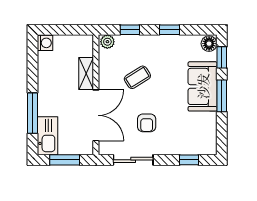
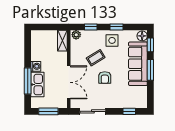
washing machine: (45, 43) -> (36, 66), moved
side table: (163, 51) -> (112, 40), added
shelving: (86, 73) -> (62, 41), moved
sofa: (203, 86) -> (138, 64), width x1.36
armchair: (147, 123) -> (105, 78), moved
kitchen sink: (47, 136) -> (37, 85), moved

